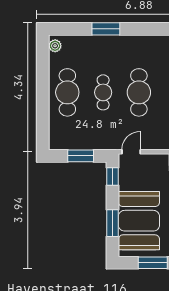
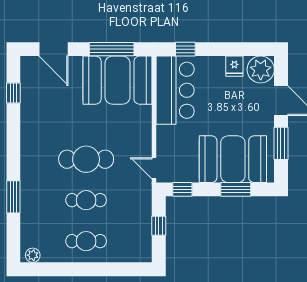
cafe table: (67, 92) -> (86, 241), width x0.73, depth x0.74
window: (81, 156) -> (159, 226), width x0.67

